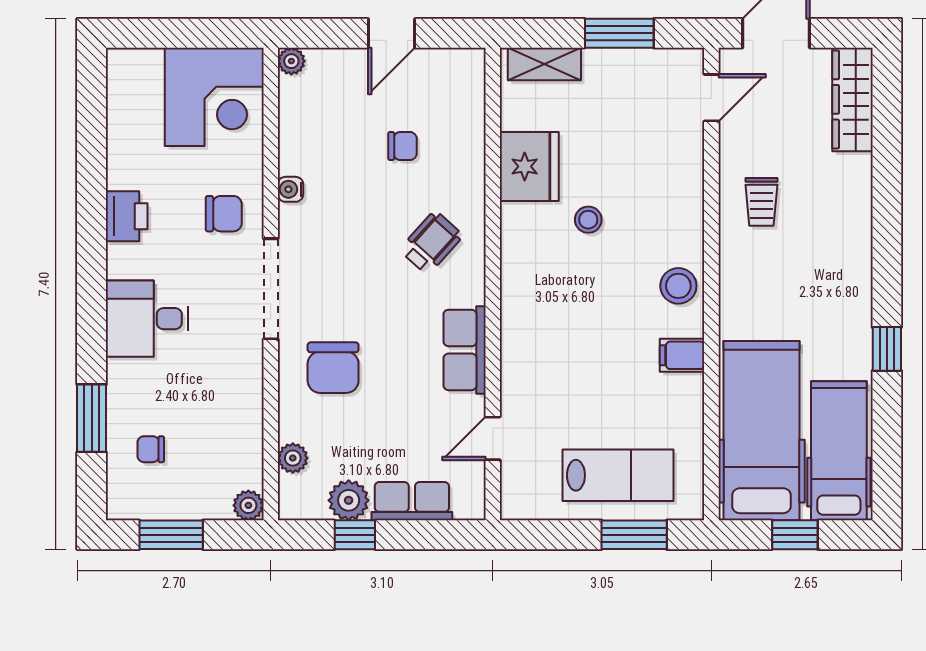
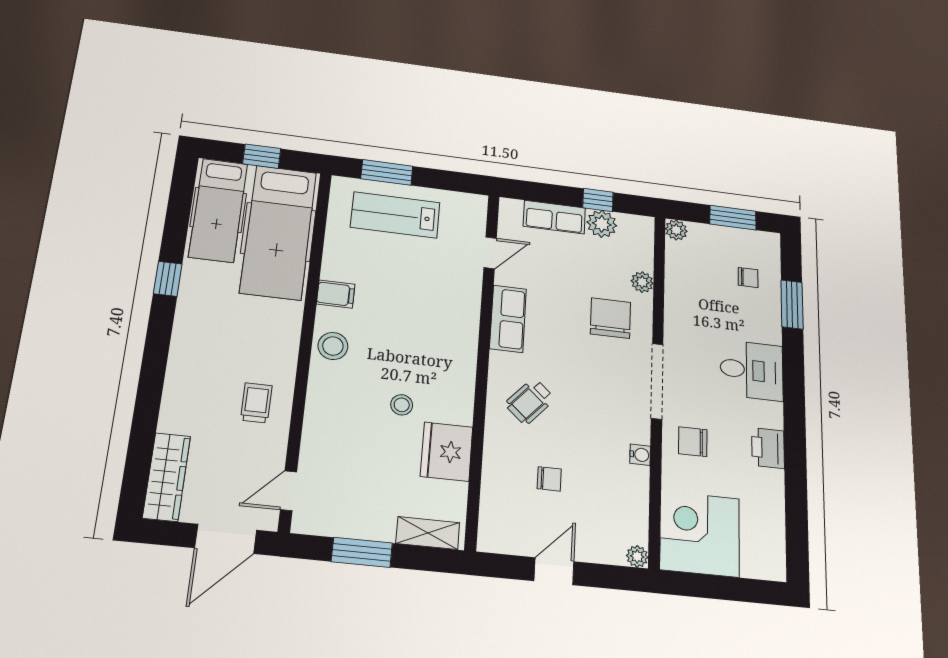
chair: (403, 146) -> (549, 479), turned 180
plant: (293, 458) -> (642, 282), moved

